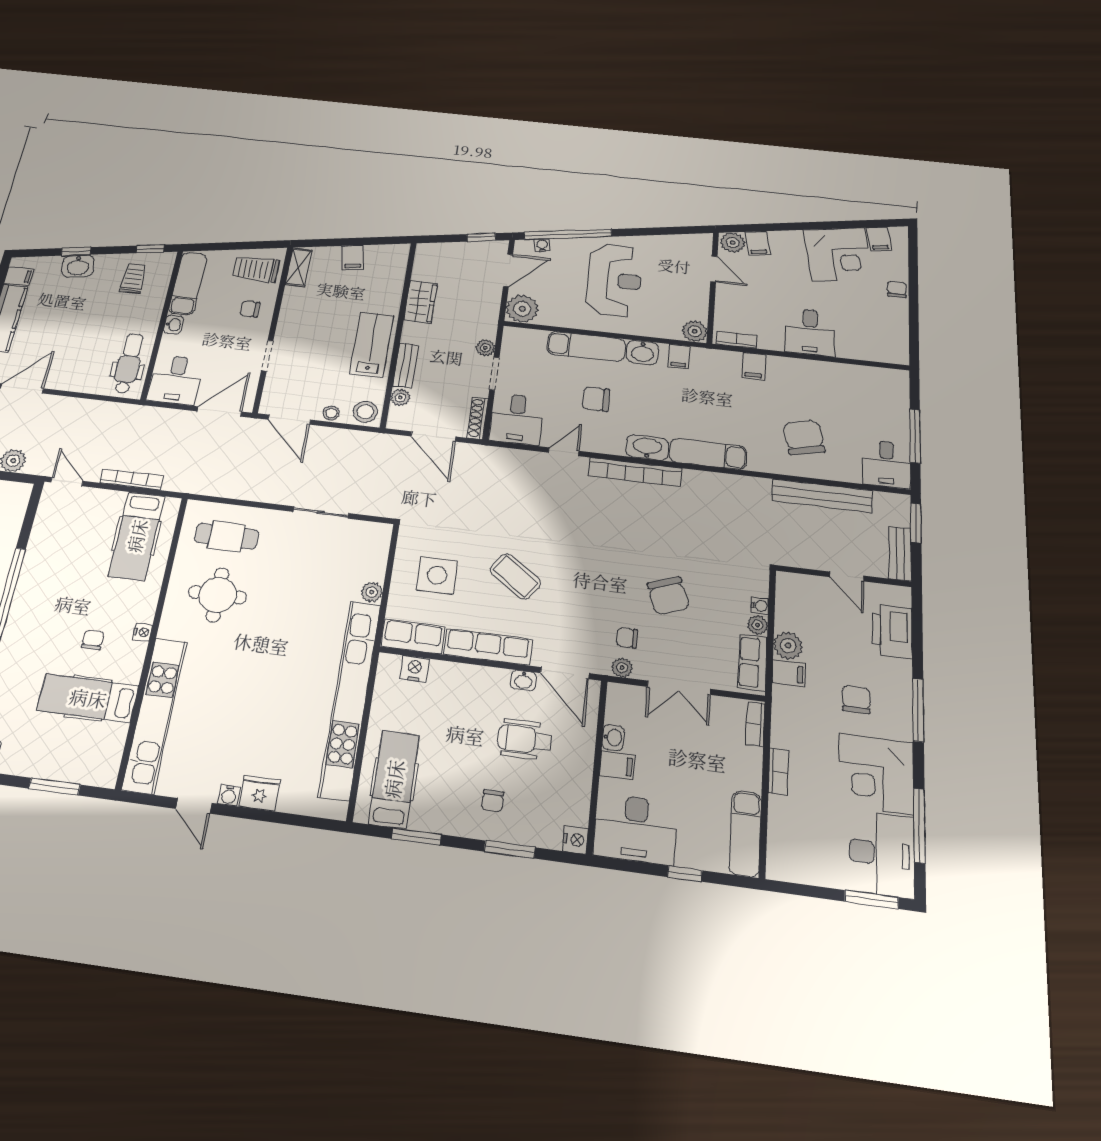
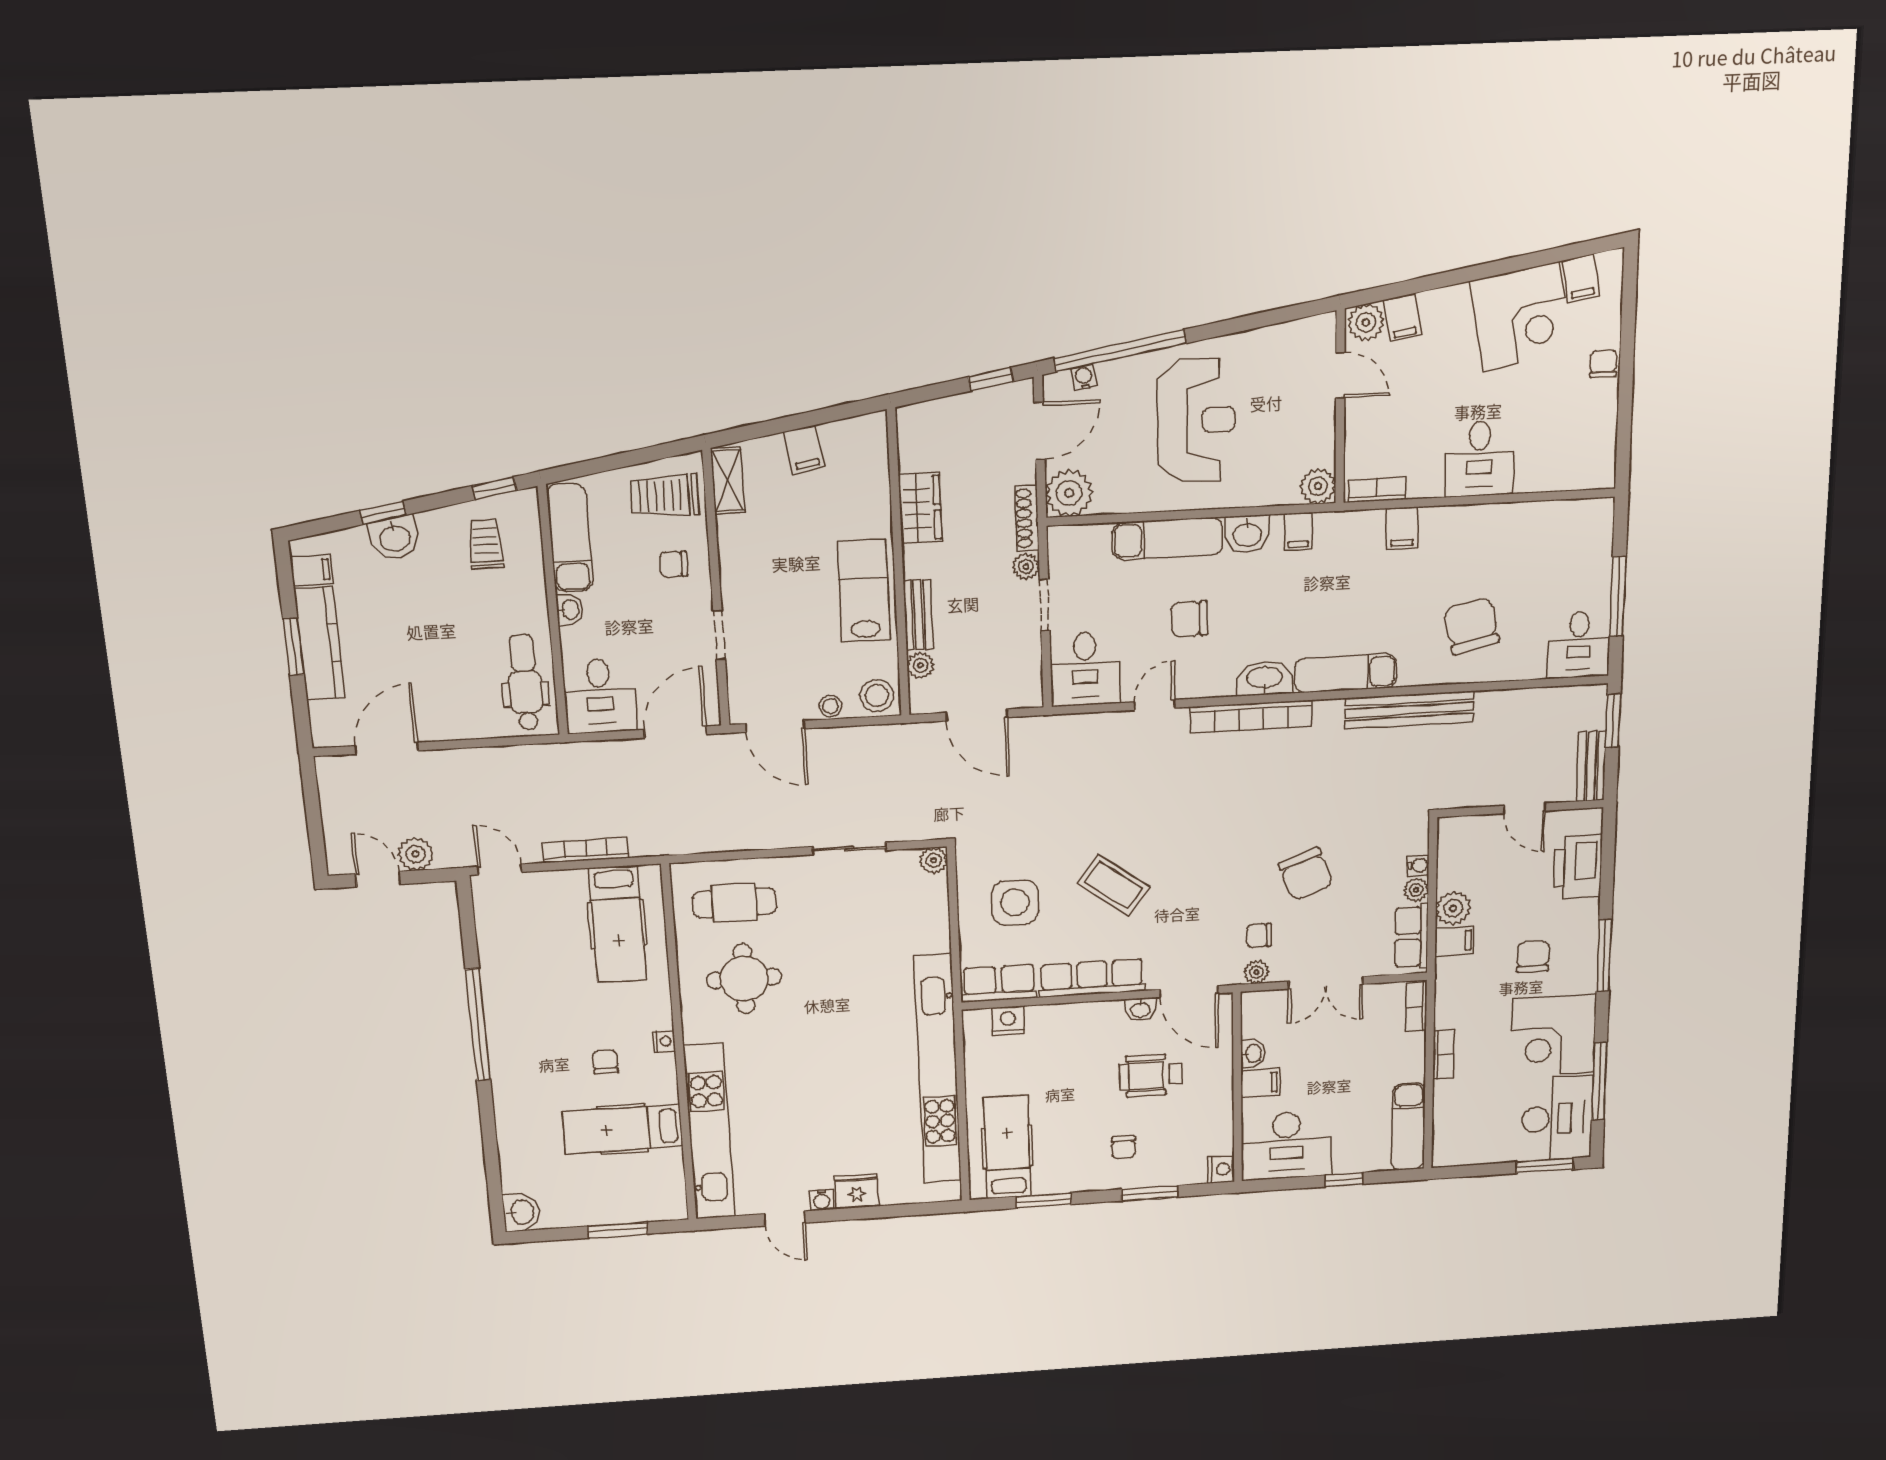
shoe rack: (477, 418) -> (1027, 518), moved
bench: (822, 496) -> (1409, 710), moved
plant: (372, 592) -> (934, 860), moved

